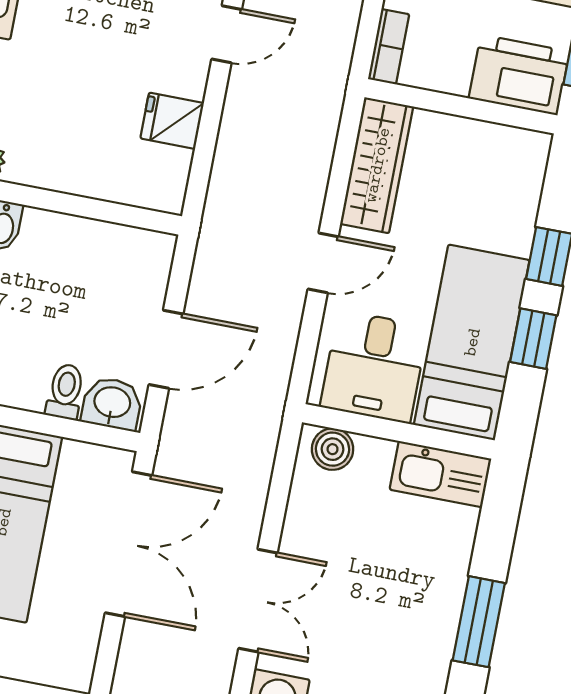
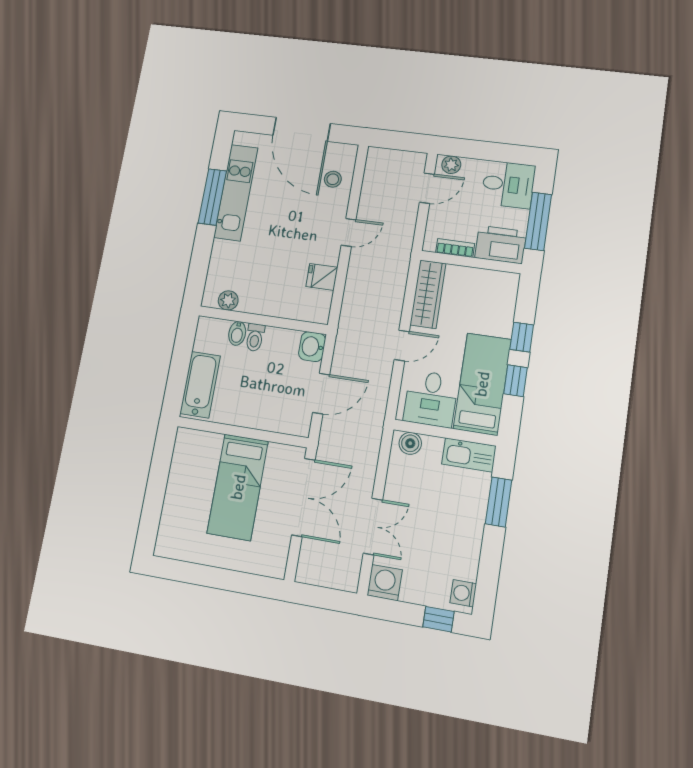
bookcase: (389, 47) -> (455, 248), moved, turned -90
toilet: (65, 392) -> (255, 337), moved, turned 180
washbasin: (112, 404) -> (312, 347), moved, turned -90
window: (479, 622) -> (498, 502), moved

